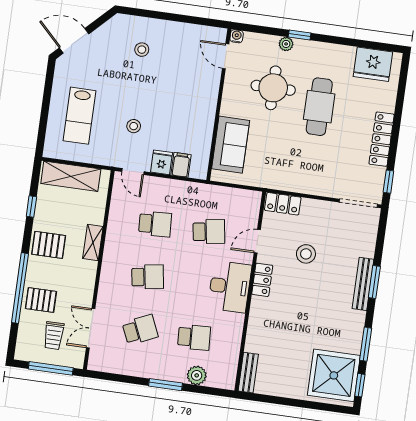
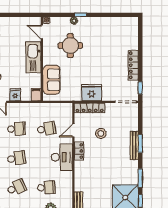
fridge: (373, 64) -> (92, 93), moved, turned 180
kitchen sink: (204, 100) -> (33, 57), added
cafe table: (319, 107) -> (97, 52), removed
filing cabinet: (181, 165) -> (36, 95), moved
locker: (283, 204) -> (90, 108), width x1.53

